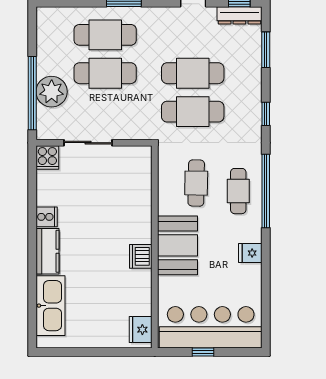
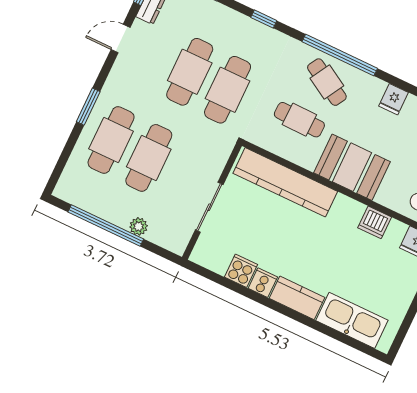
plant: (52, 92) -> (139, 226), width x0.53, depth x0.53
window: (32, 93) -> (106, 226), moved
cooker: (47, 157) -> (241, 271), moved, turned -90
cafe table: (238, 191) -> (327, 82), turned 30
kitchen counter: (139, 196) -> (285, 182), added
dishwasher: (141, 256) -> (375, 222), moved

